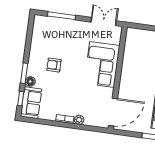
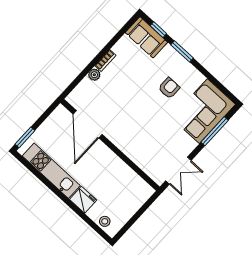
corner sofa: (102, 64) -> (203, 111), moved, turned -90
floor lamp: (30, 81) -> (169, 52), removed
door: (113, 112) -> (88, 124), moved

